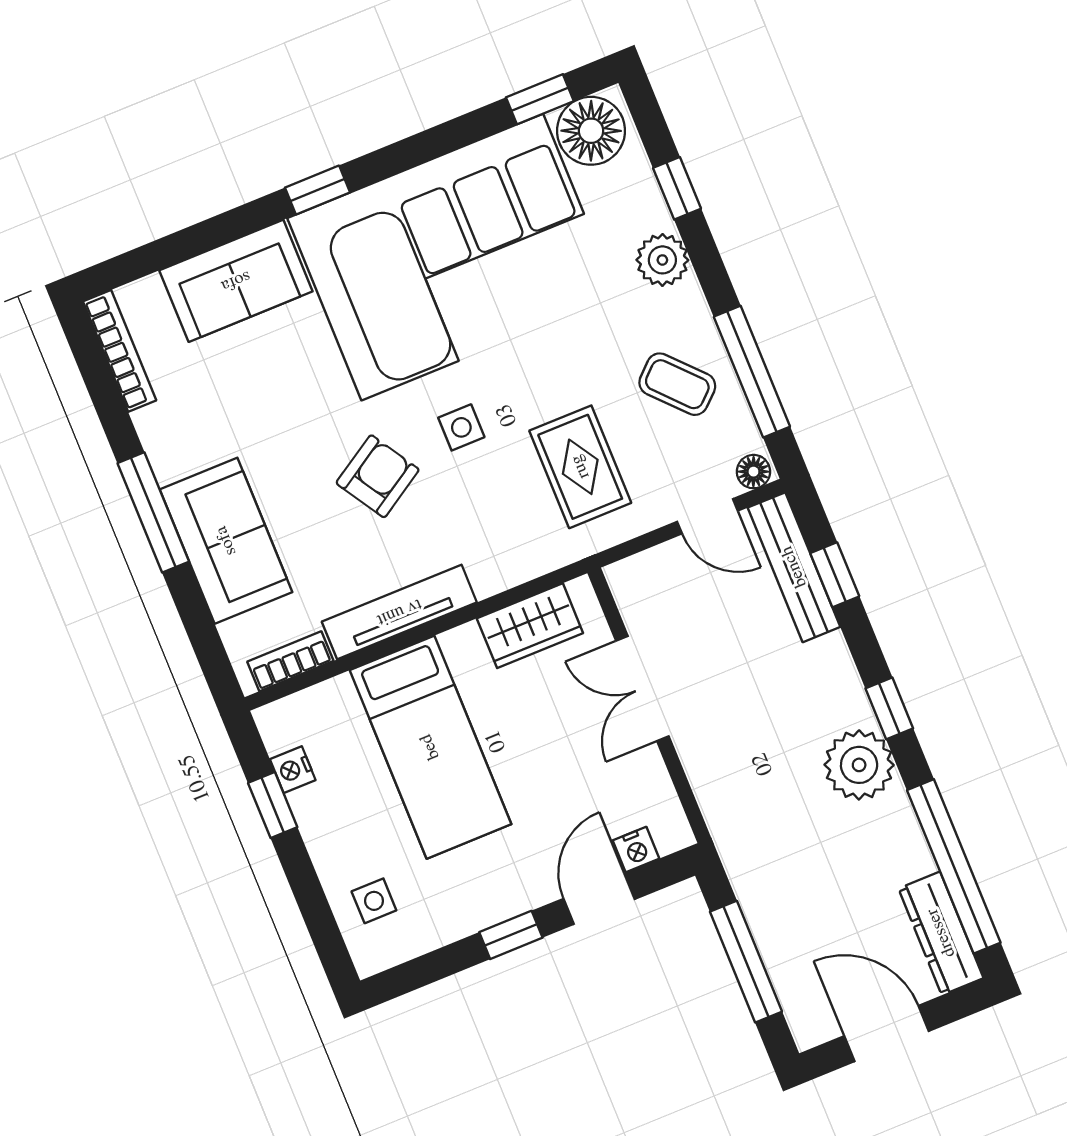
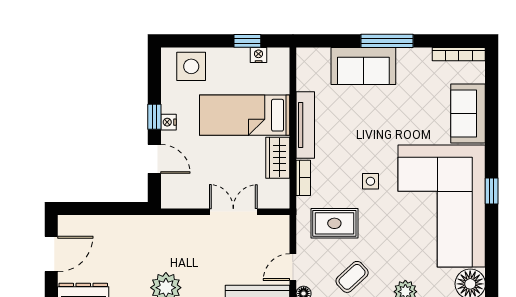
window: (540, 99) -> (492, 268), removed
window: (317, 190) -> (492, 191), moved
armchair: (378, 476) -> (364, 139), removed
wardrobe: (530, 626) -> (278, 158), moved
bookcase: (290, 661) -> (303, 178), moved
nightstand: (636, 850) -> (168, 122), moved
side table: (374, 901) -> (191, 66), width x1.87, depth x1.87
window: (746, 962) -> (104, 209), removed

